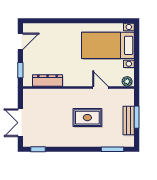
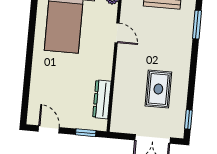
door: (100, 87) -> (117, 33), swing flipped
rug: (87, 118) -> (158, 89), moved

